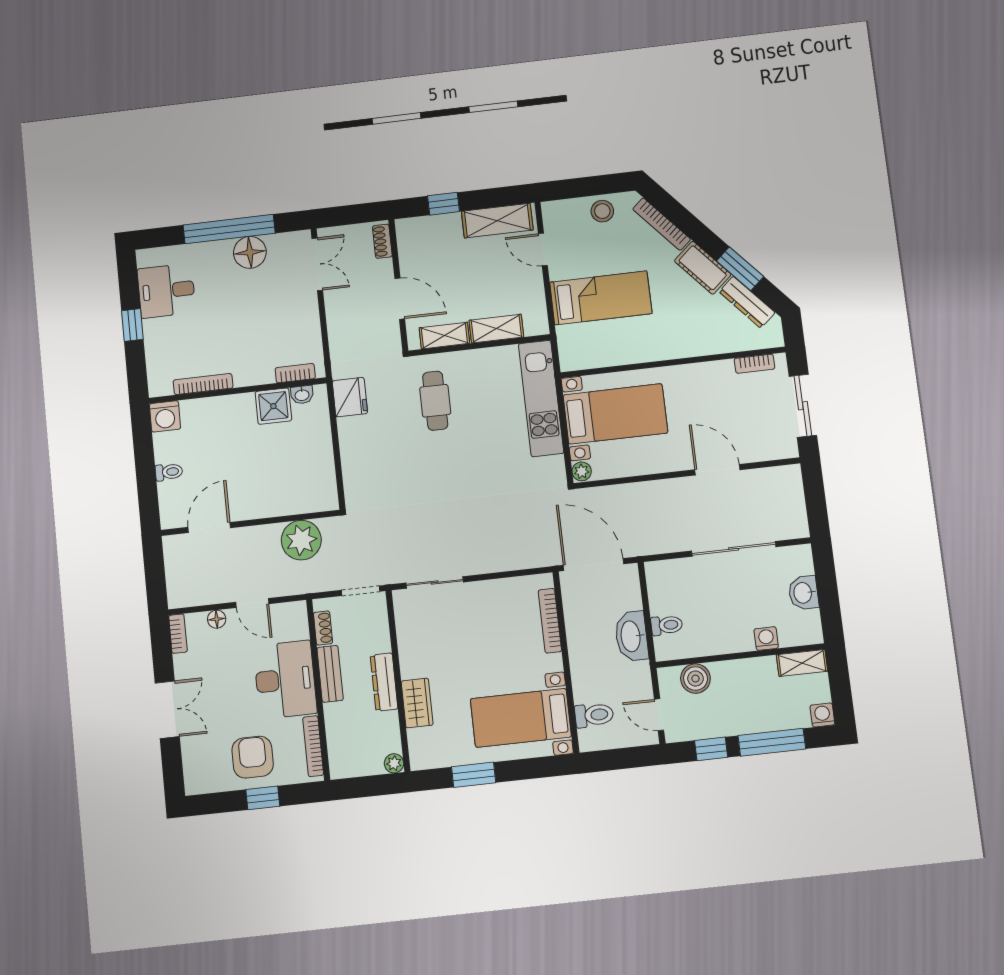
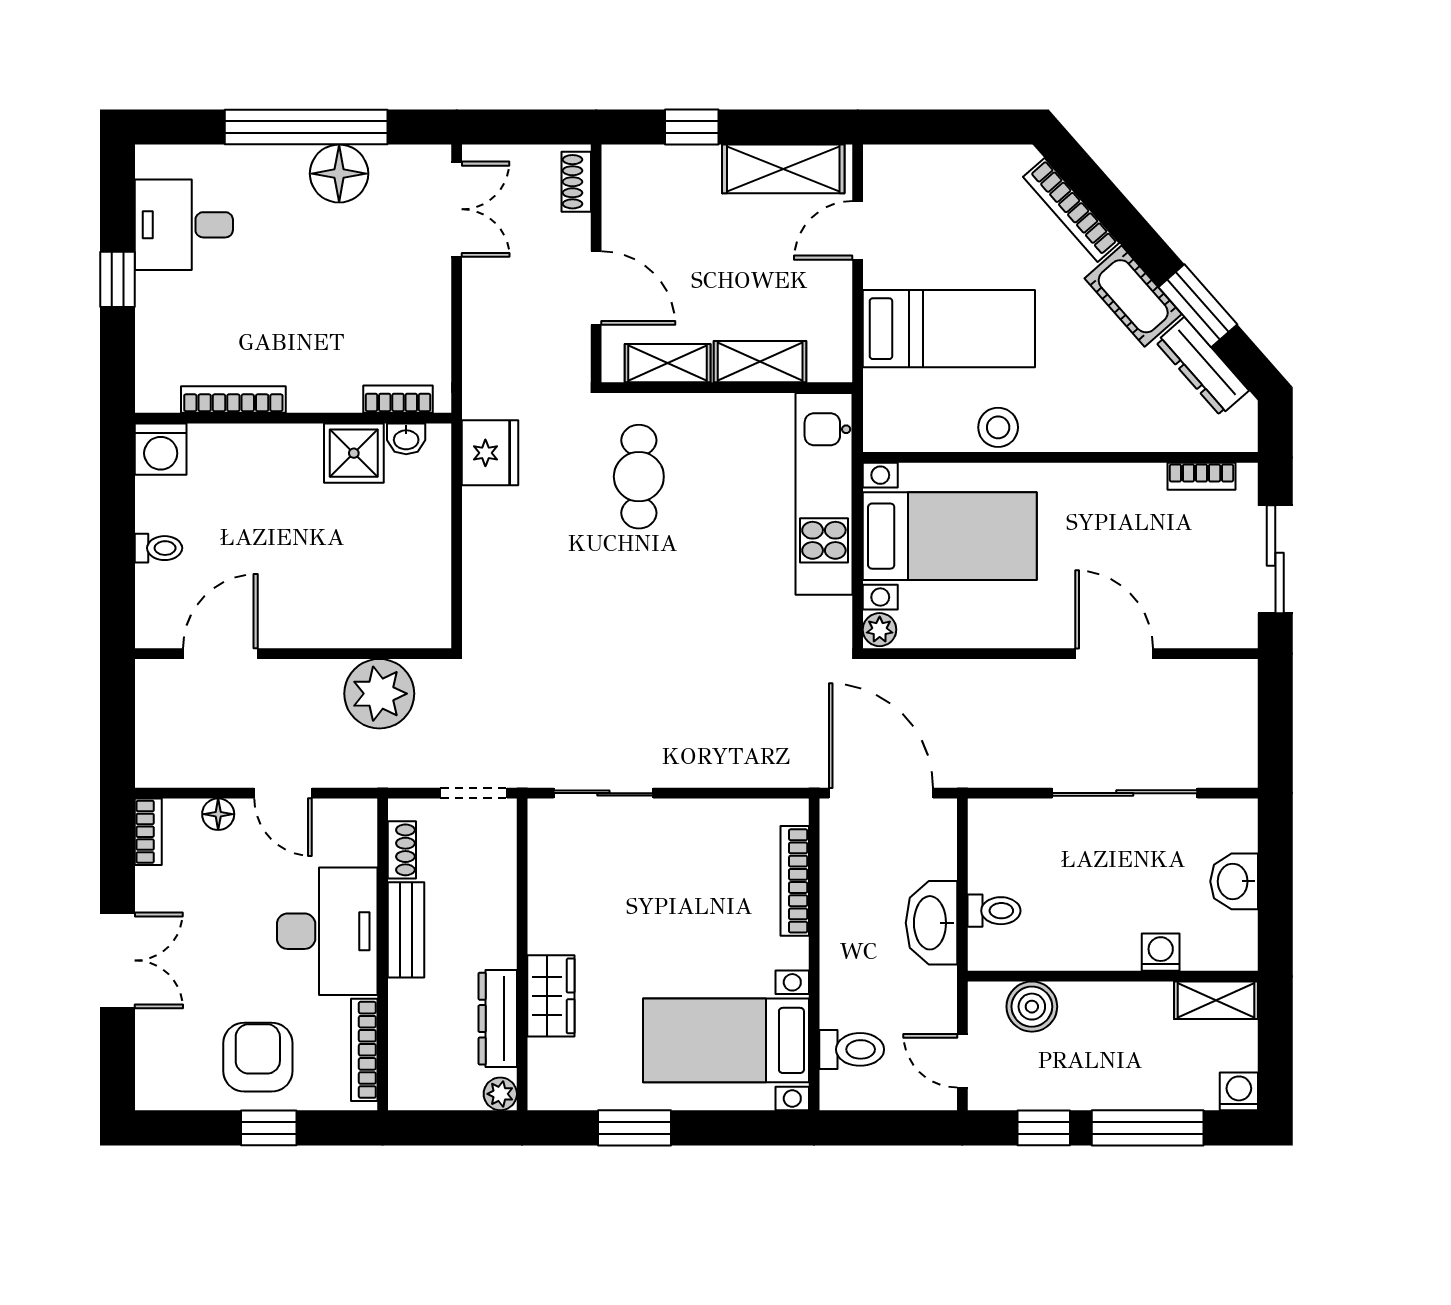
stool: (602, 211) -> (998, 427), moved
door: (543, 249) -> (858, 230), hinge flipped
dresser: (384, 682) -> (498, 1019), moved

